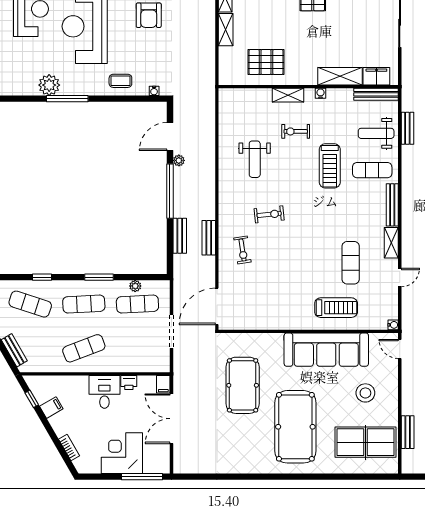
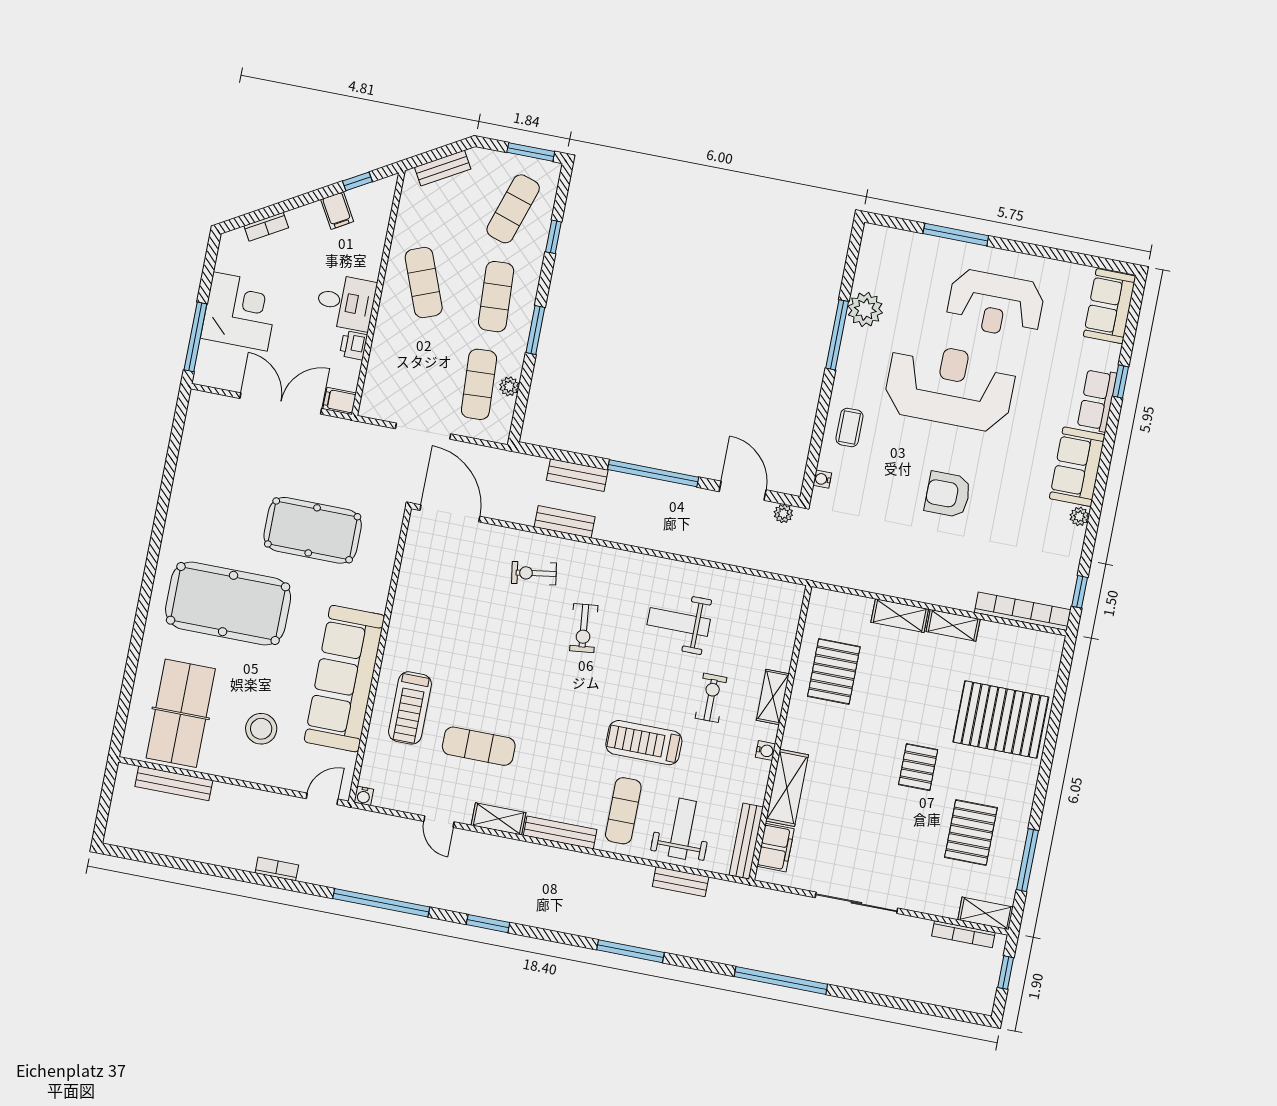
plant: (179, 160) -> (783, 514), moved
bench: (408, 432) -> (174, 783), width x1.36

